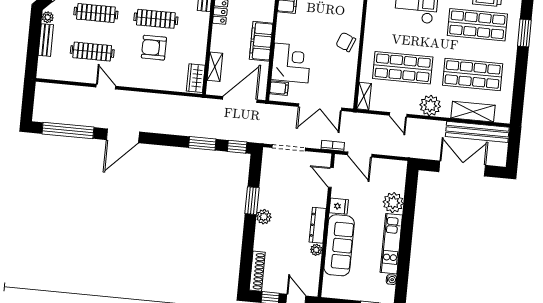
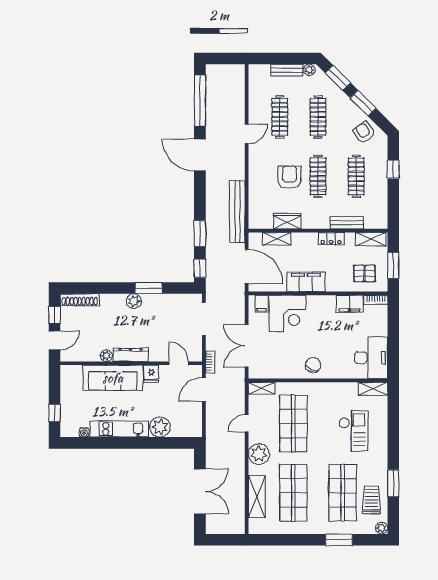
wardrobe: (196, 78) -> (287, 221), moved
bench: (477, 132) -> (237, 211), moved
door: (331, 177) -> (179, 363), hinge flipped

